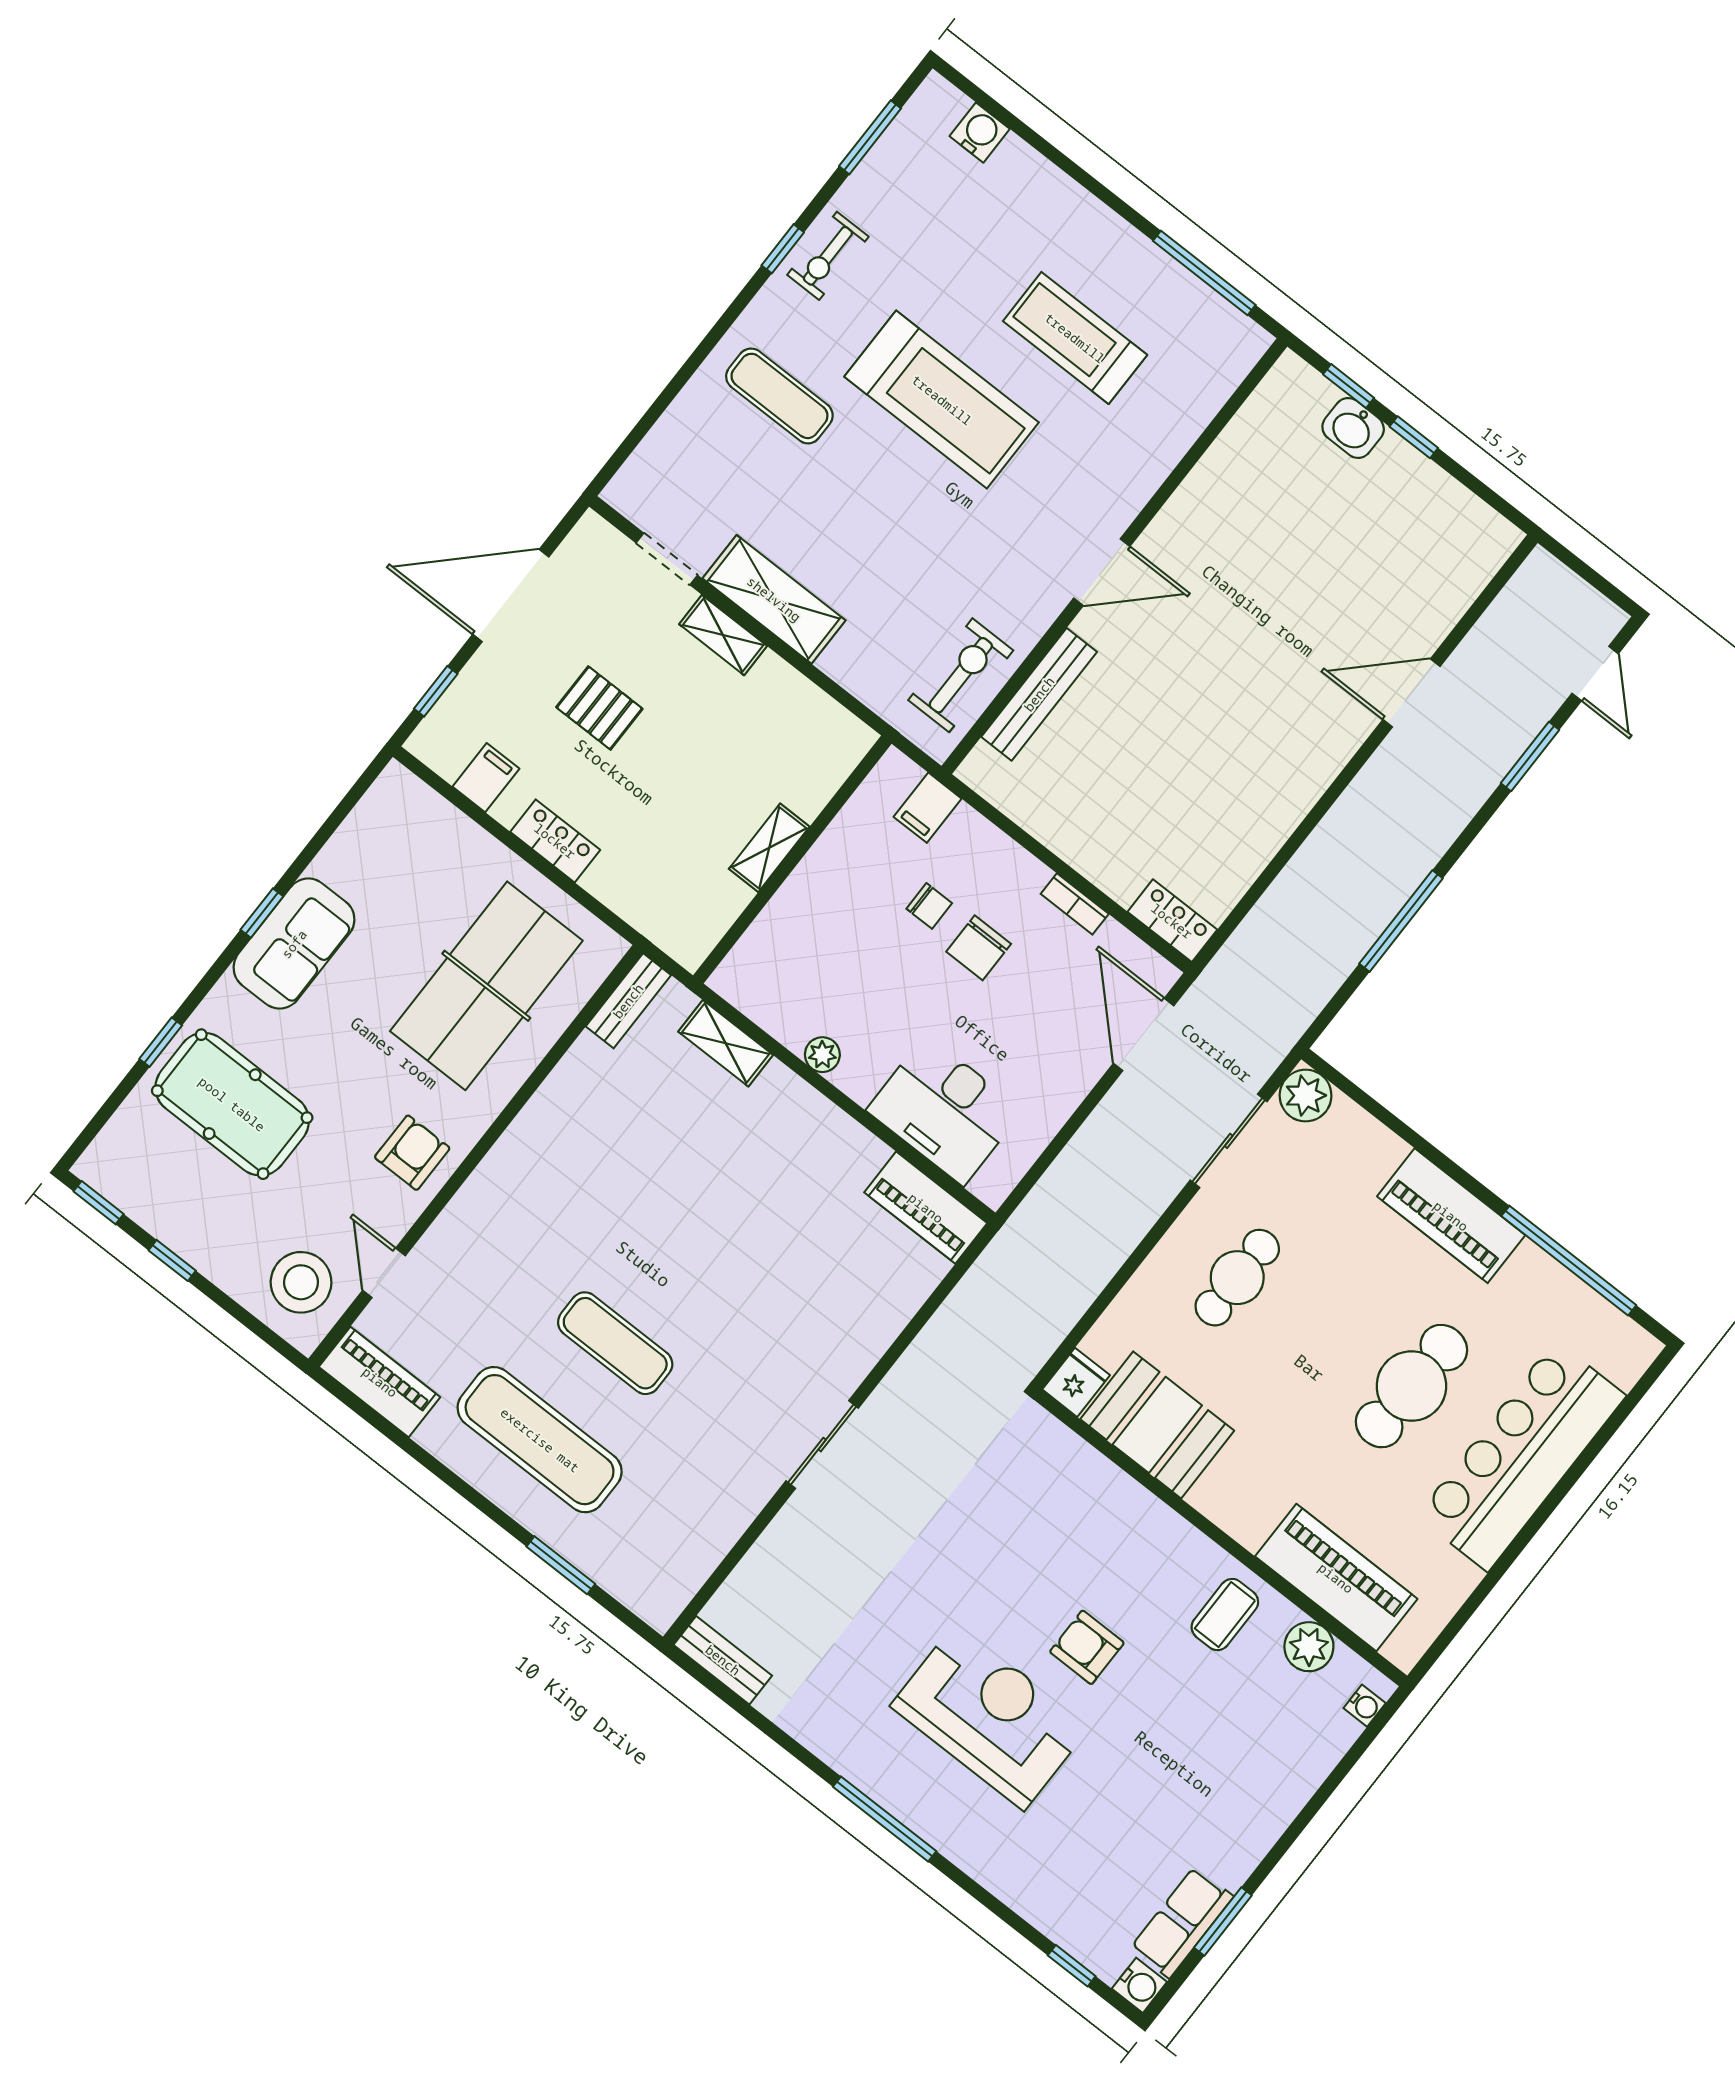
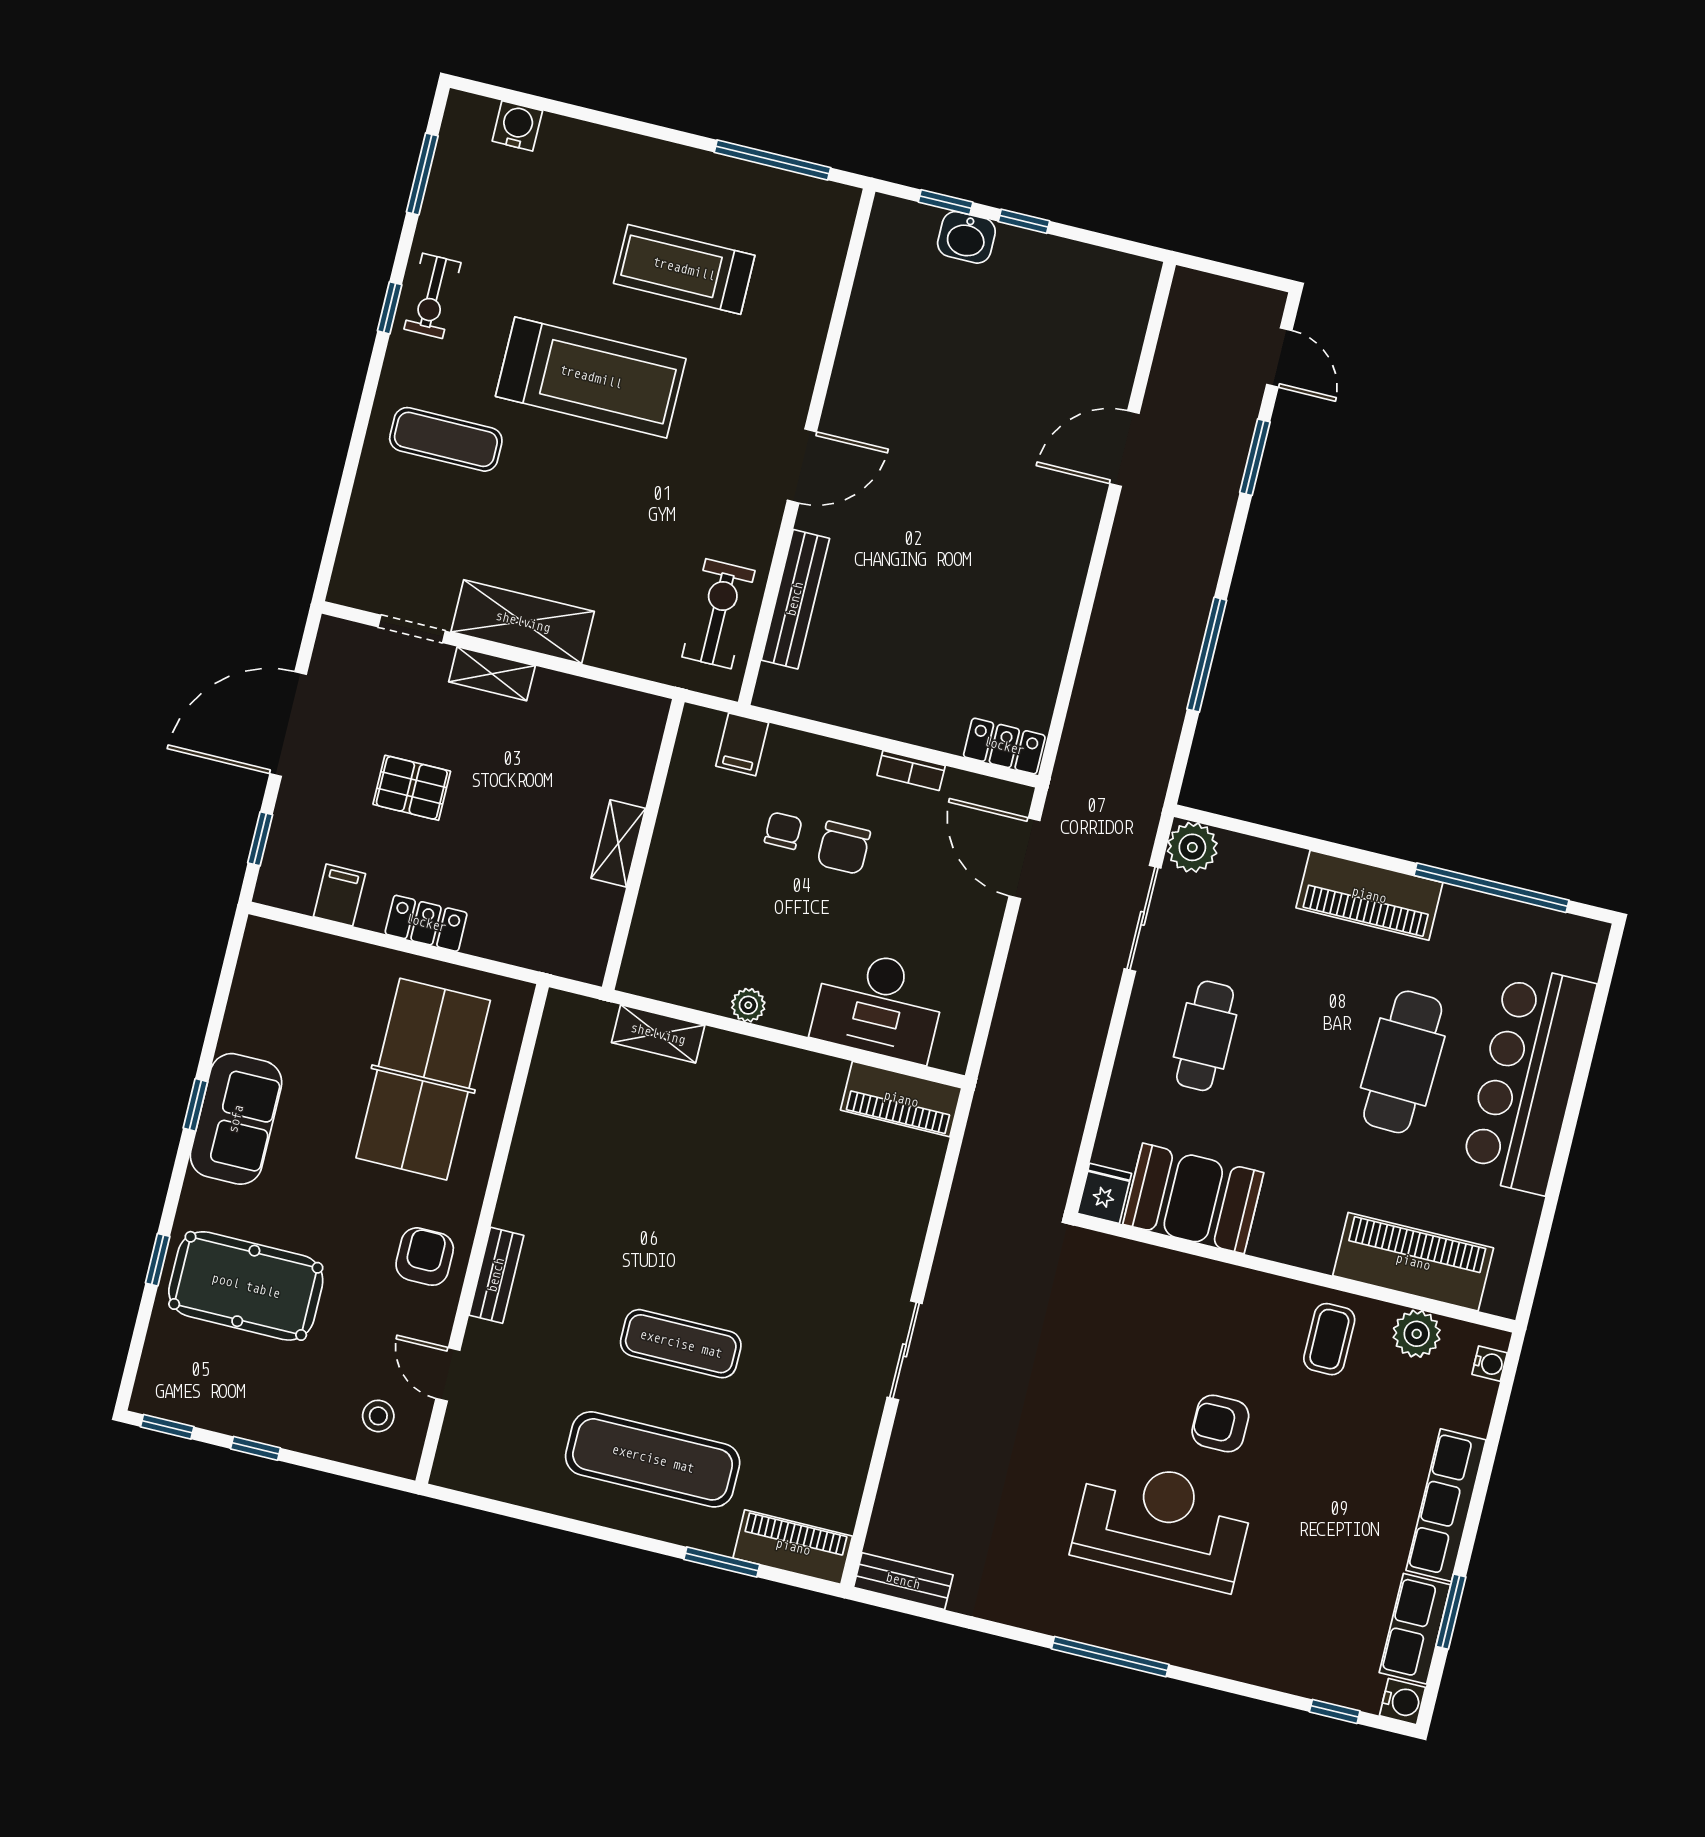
chair: (929, 906) -> (783, 831), turned -90
bench: (628, 1001) -> (496, 1275), moved
stool: (301, 1282) -> (378, 1416), width x0.53, depth x0.53
piano: (380, 1382) -> (793, 1547), moved
row of seats: (1264, 1820) -> (1446, 1505), added

